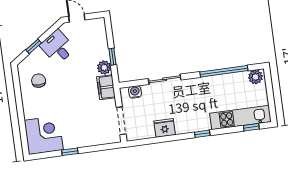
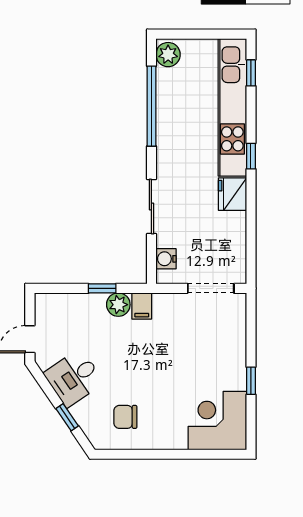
filing cabinet: (106, 87) -> (142, 306), width x0.50
kitchen unit: (240, 118) -> (232, 107), width x1.36
fridge: (165, 128) -> (233, 194), moved

